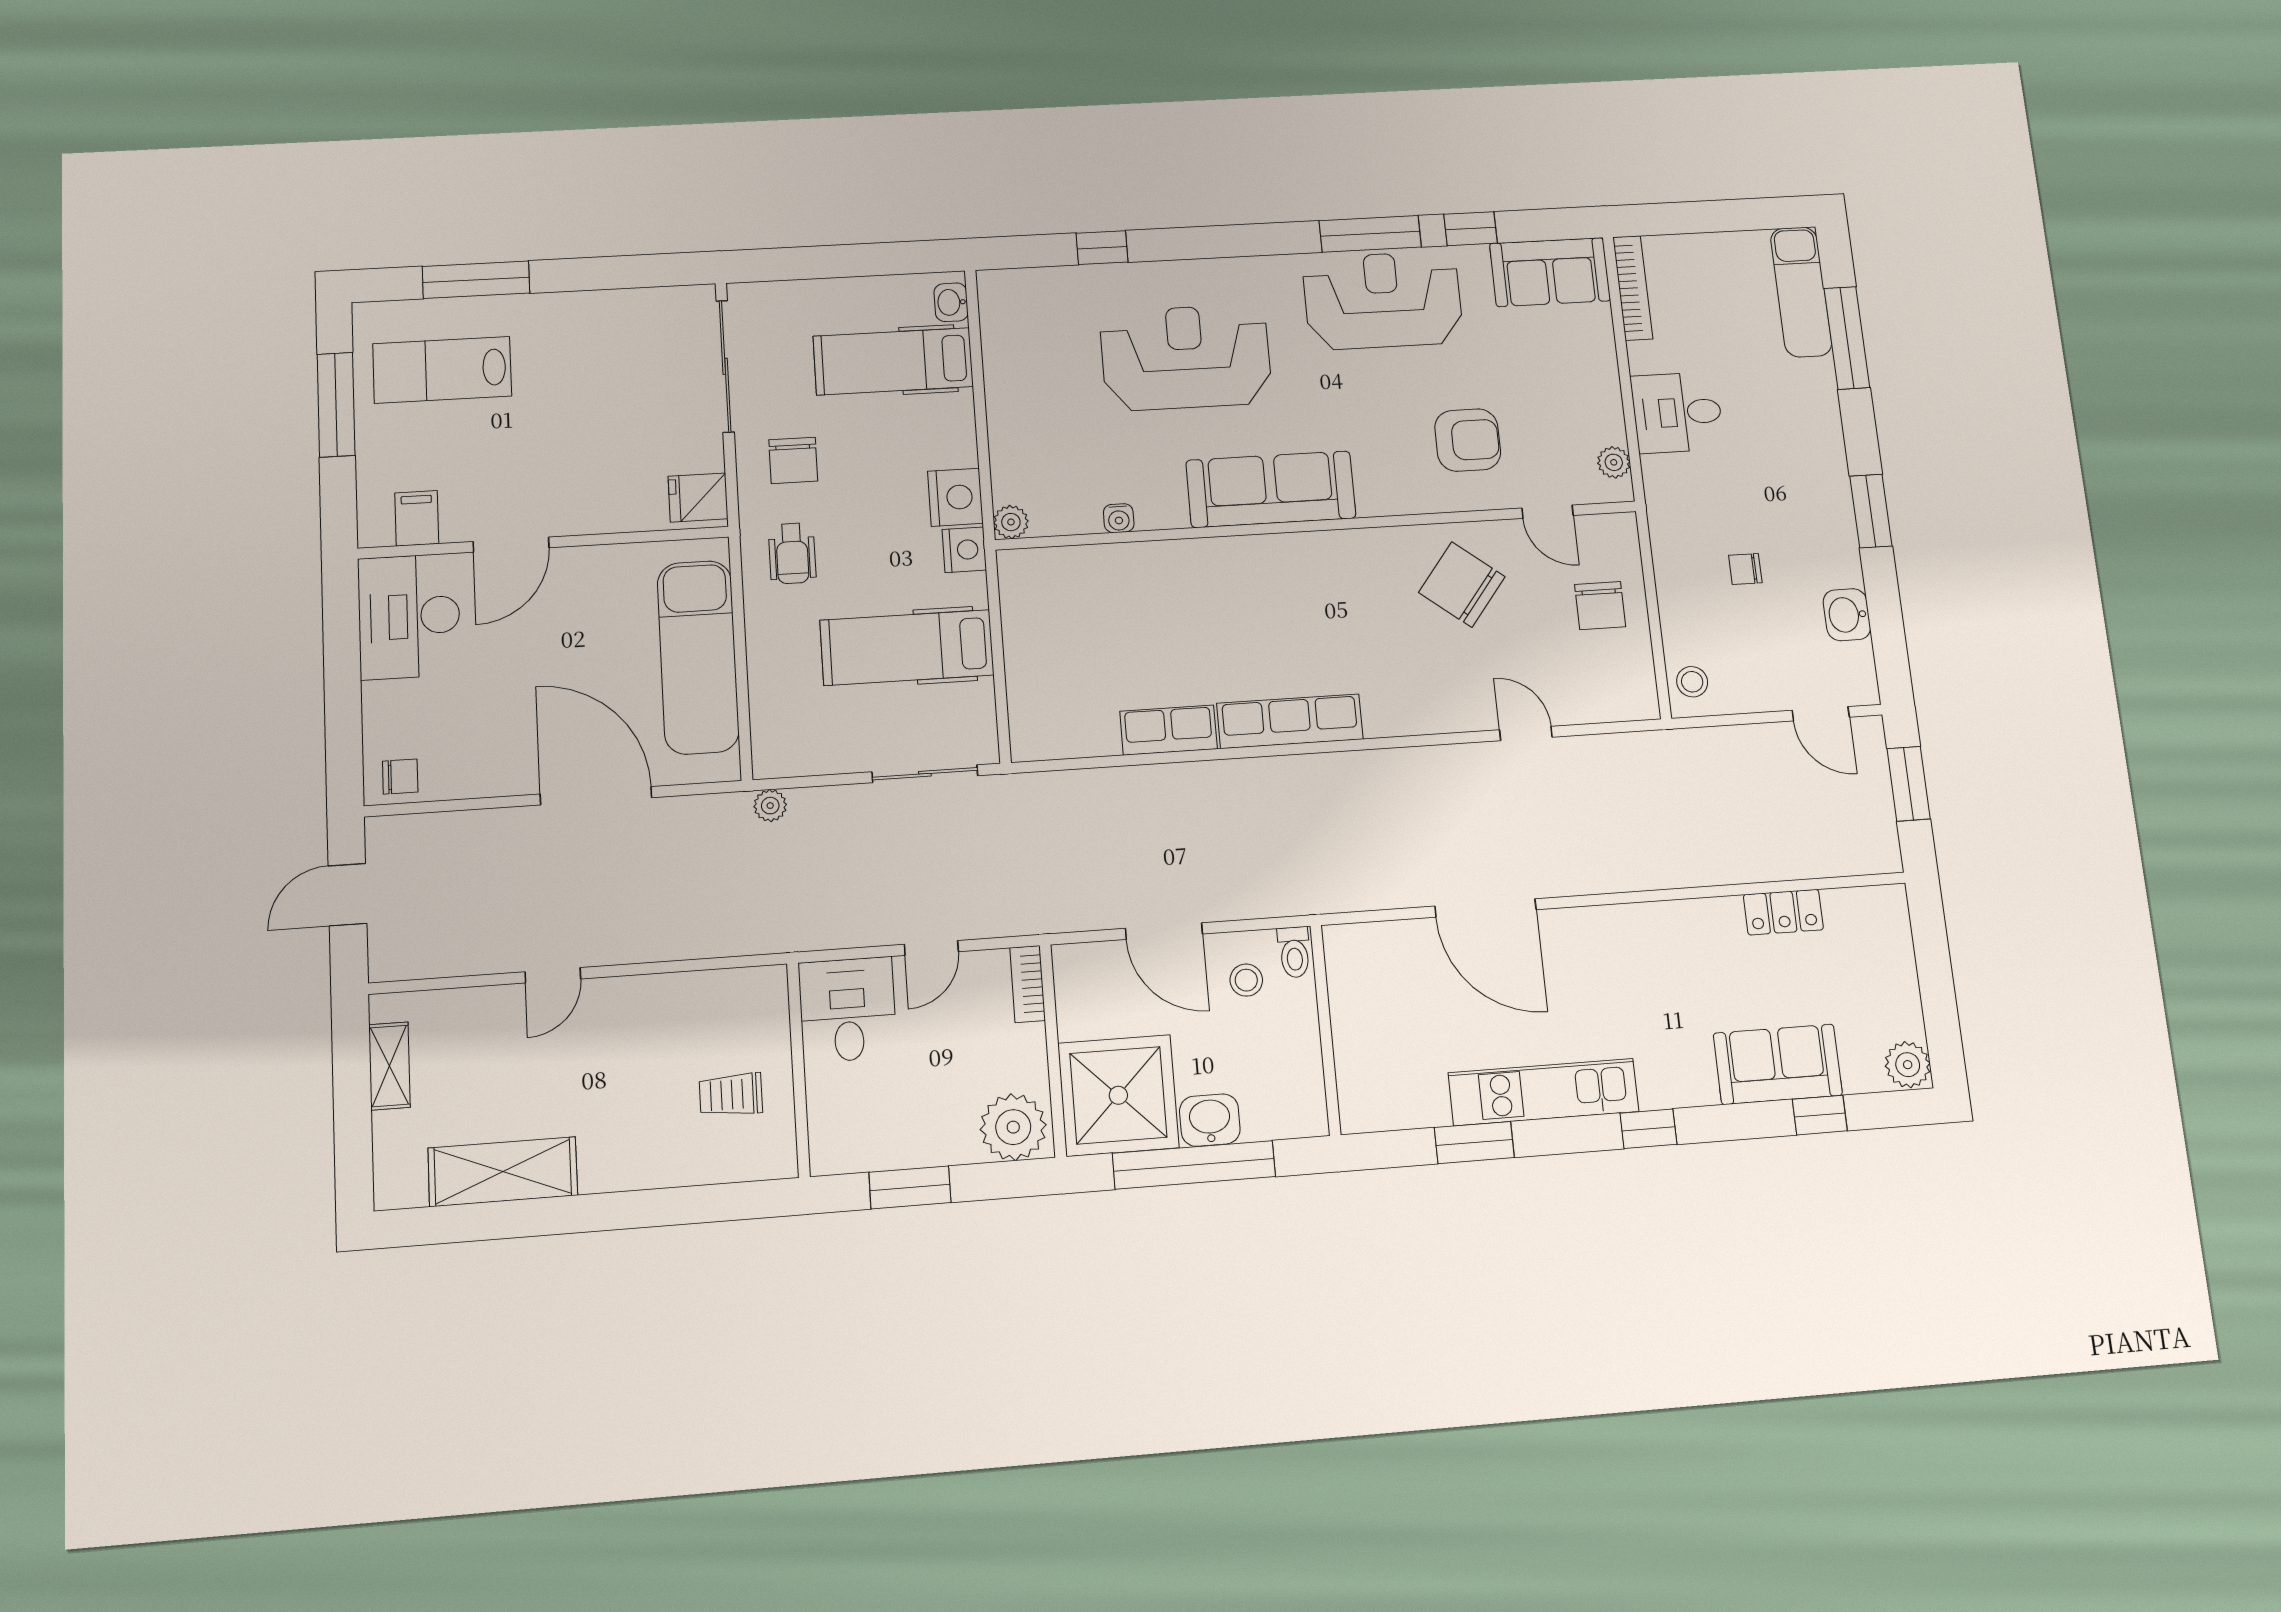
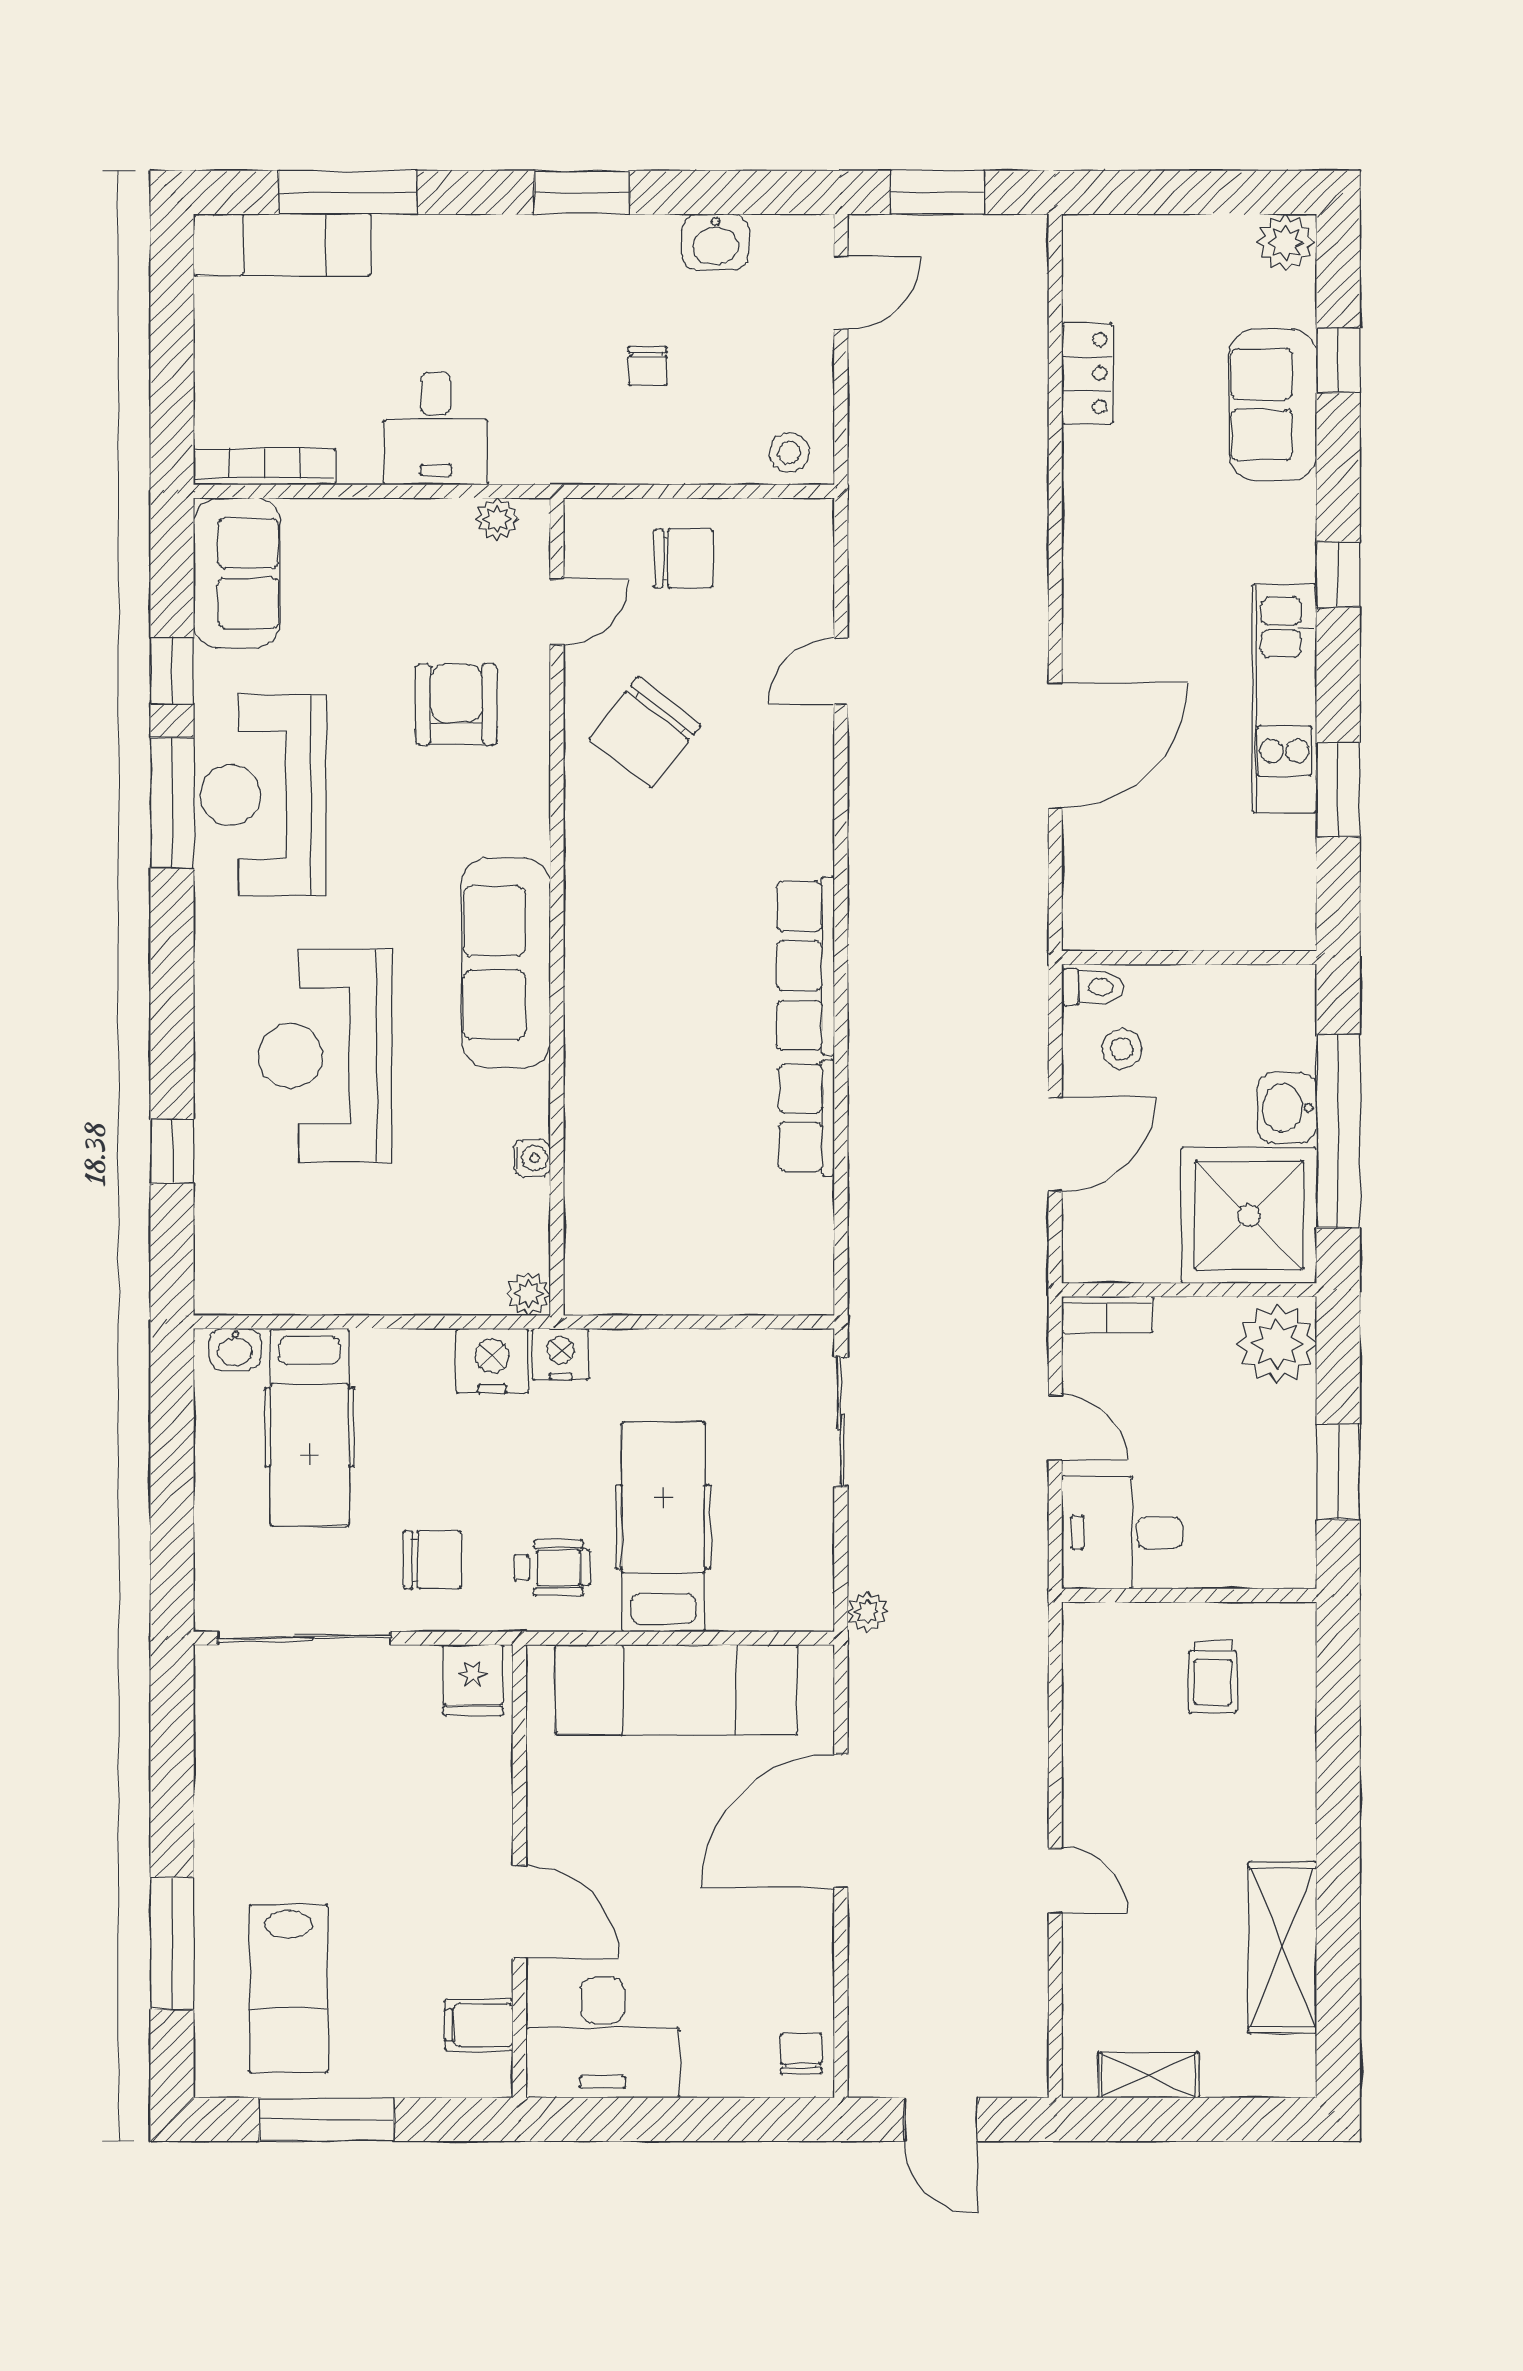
hospital bed: (907, 648) -> (663, 1527), moved, turned 180

